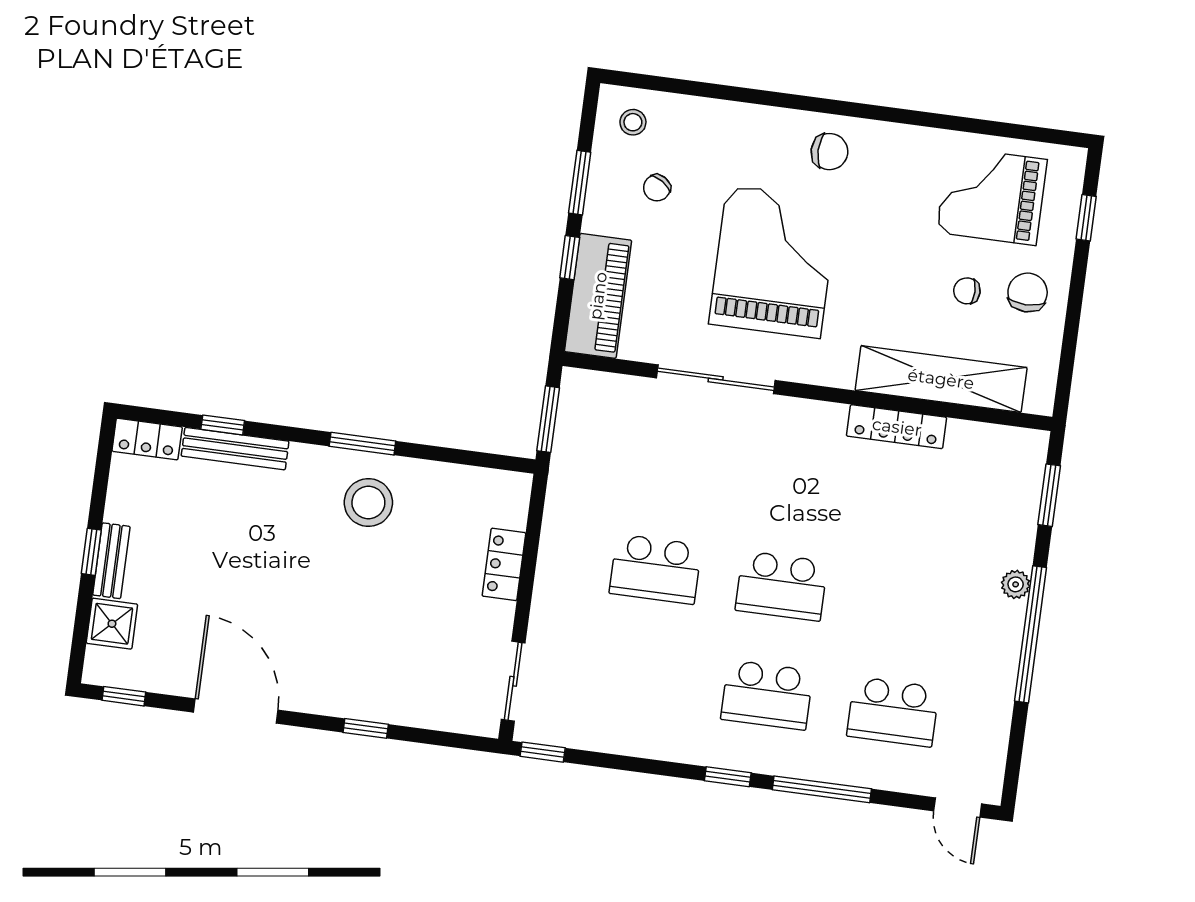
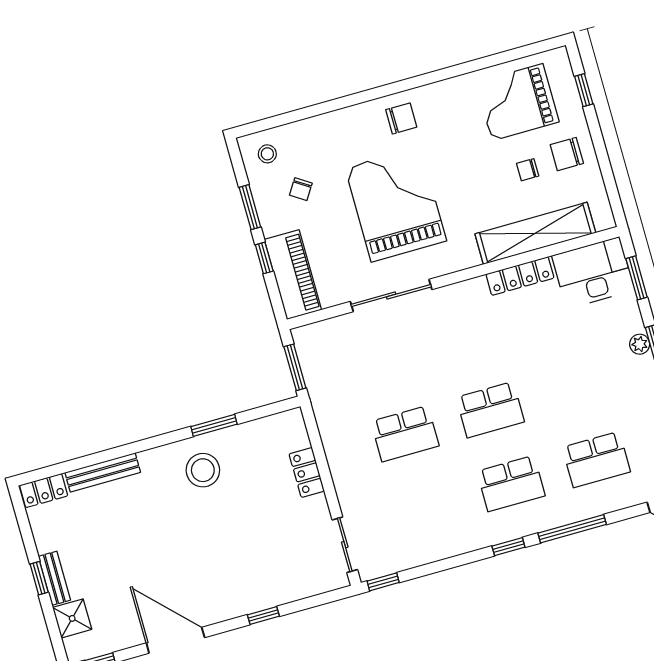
chair: (1028, 292) -> (567, 154), turned -90
window: (223, 425) -> (88, 461), removed
window: (362, 444) -> (214, 425), moved
desk: (995, 464) -> (593, 273), added

